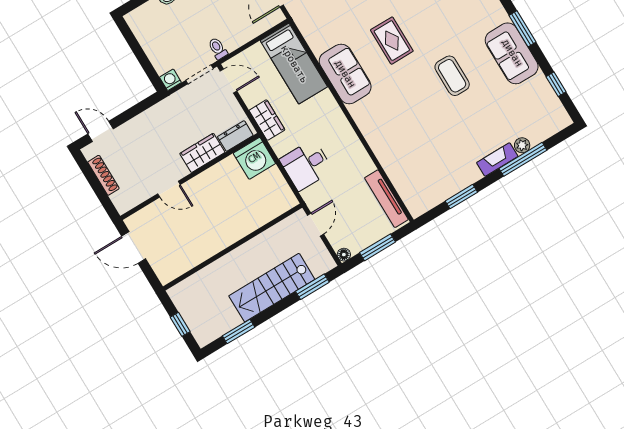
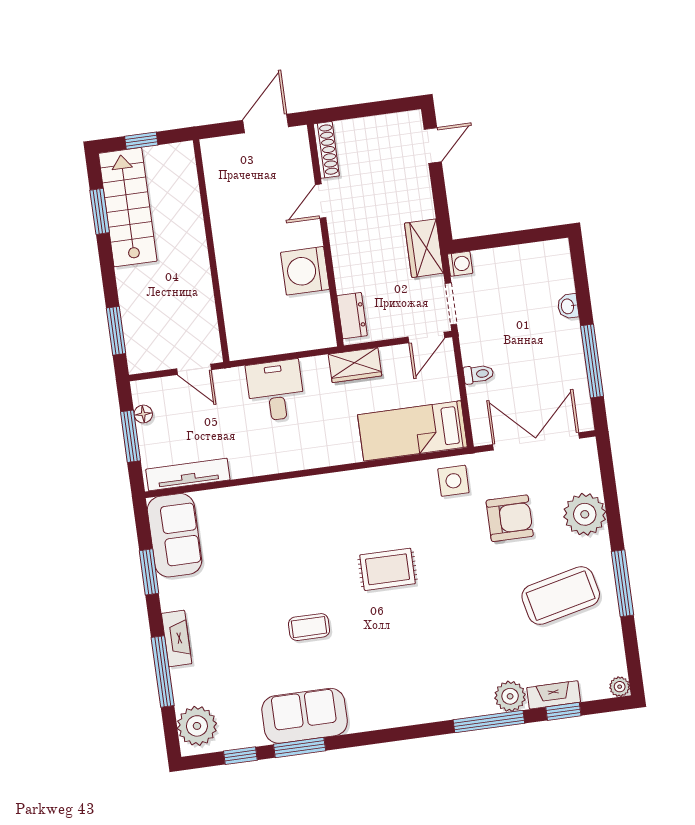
side table: (315, 22) -> (453, 481), added
window: (523, 29) -> (300, 748), moved
toilet: (218, 48) -> (478, 374), moved
sofa: (345, 74) -> (175, 535), moved, turned -90
coffee table: (452, 76) -> (309, 627), width x0.73, depth x0.77
plant: (522, 145) -> (197, 726), moved, width x1.88, depth x1.88
wardrobe: (202, 153) -> (424, 248), moved, turned 180
washing machine: (254, 158) -> (305, 271), moved
shoe rack: (103, 175) -> (326, 150), moved, turned -90
floor lamp: (344, 255) -> (143, 414), moved
stairs: (272, 288) -> (128, 207), moved

